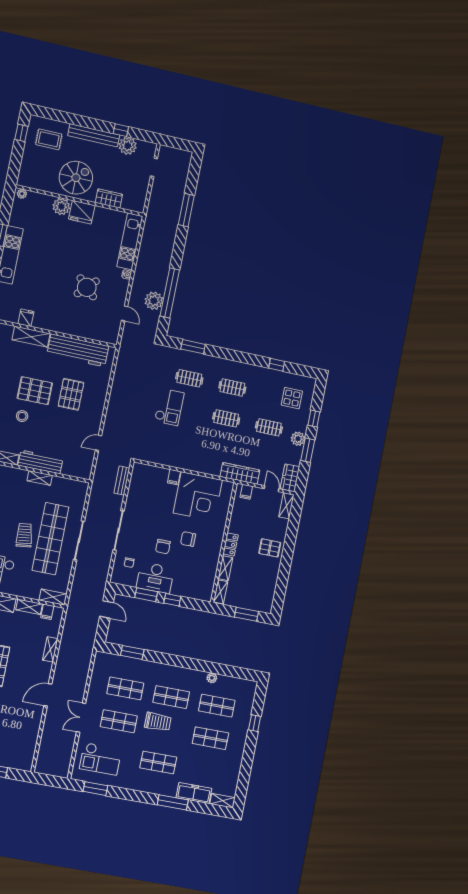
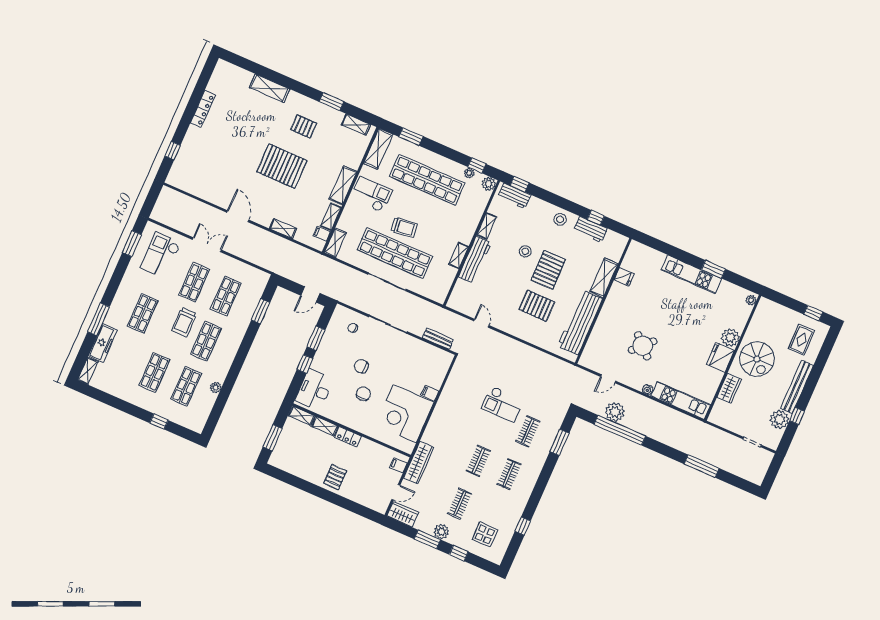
shelving: (286, 506) -> (375, 504), removed
desk: (155, 578) -> (314, 390), moved

